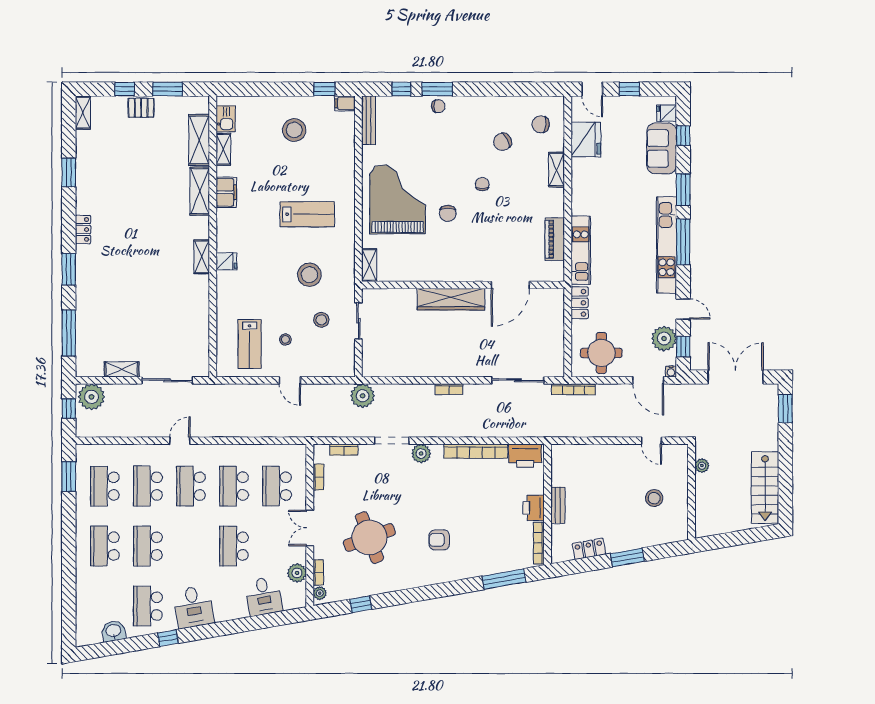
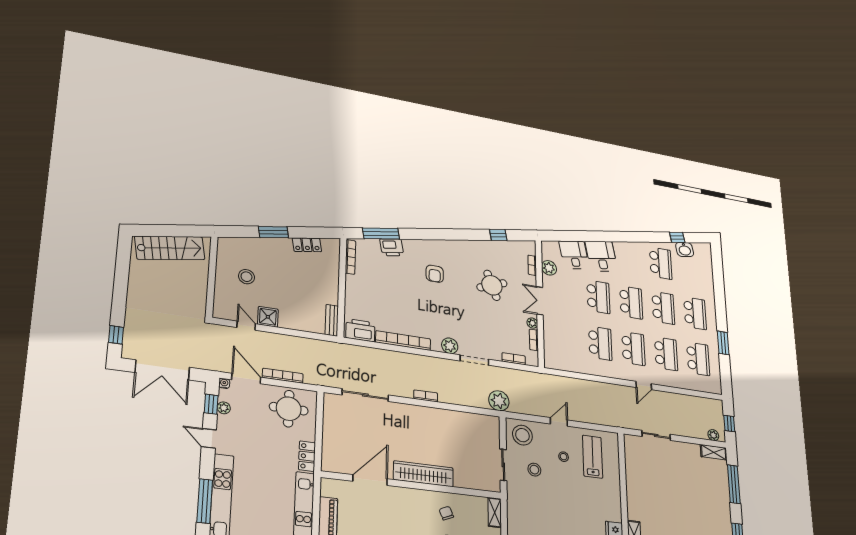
chair: (425, 258) -> (446, 513), added
stool: (309, 275) -> (522, 435), moved
plant: (664, 339) -> (224, 408), width x0.53, depth x0.53
shelving: (122, 369) -> (714, 452), moved
sliding door: (167, 380) -> (656, 435), width x0.73
door: (290, 380) -> (559, 422), hinge flipped
bookcase: (573, 389) -> (283, 376), moved
plant: (92, 397) -> (713, 435), width x0.53, depth x0.53
window: (785, 409) -> (116, 335), width x0.67
shower: (629, 455) -> (268, 317), added
plant: (702, 466) -> (200, 297), removed
window: (69, 476) -> (723, 343), moved
school desk: (277, 486) -> (631, 302), moved
stairs: (765, 488) -> (170, 248), moved, turned 80
bench: (558, 505) -> (332, 320), moved
printer: (534, 508) -> (392, 247), moved, turned 80
double door: (310, 528) -> (540, 301), swing flipped
round table: (369, 538) -> (492, 285), width x0.73, depth x0.73
armchair: (439, 540) -> (435, 274), turned 90
plant: (320, 593) -> (532, 323), moved
desk: (193, 607) -> (601, 256), moved
window: (168, 638) -> (677, 237), moved

